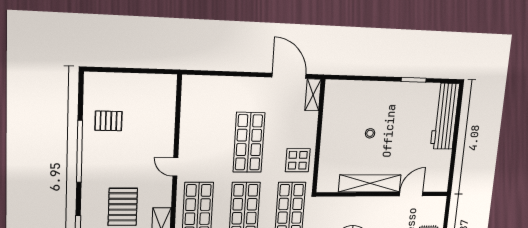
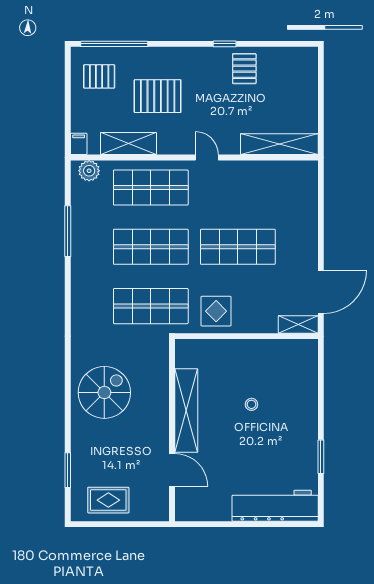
shelving: (167, 107) -> (279, 144), added
pallet: (108, 121) -> (244, 69), moved
window: (79, 152) -> (225, 44), width x0.32
door: (175, 167) -> (207, 157), hinge flipped

